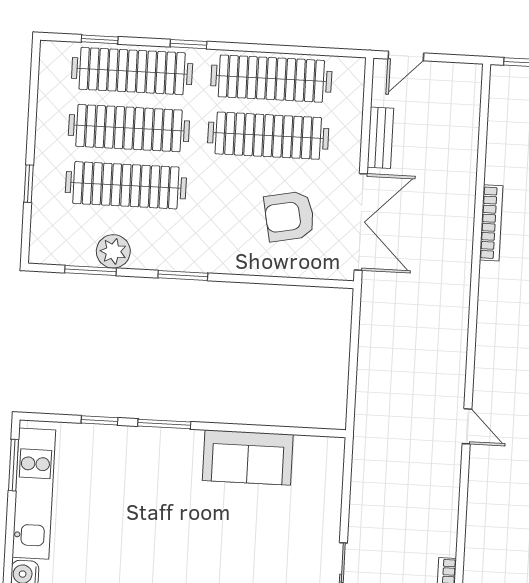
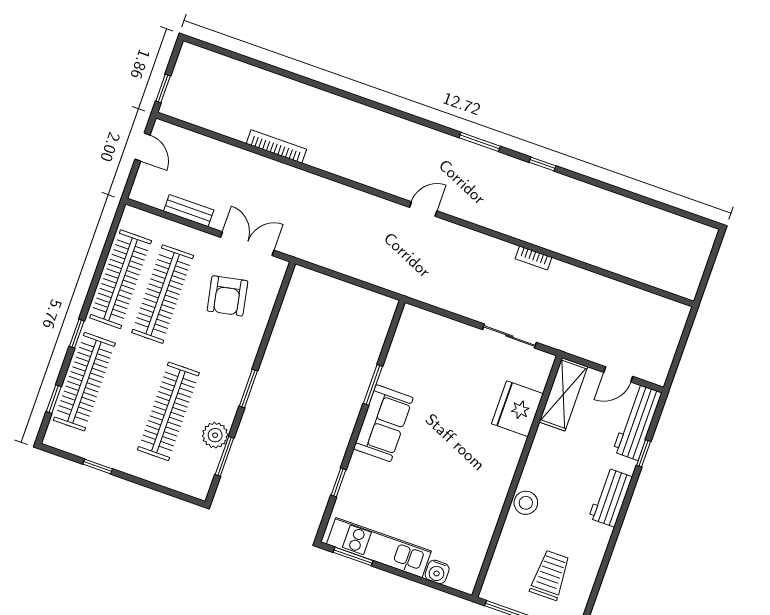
door: (406, 56) -> (142, 147), moved
clothes rail: (129, 128) -> (126, 396), removed
window: (29, 184) -> (98, 466), moved
double door: (361, 222) -> (247, 244), width x0.73
window: (164, 424) -> (373, 385), moved
sofa: (248, 457) -> (383, 423), moved

